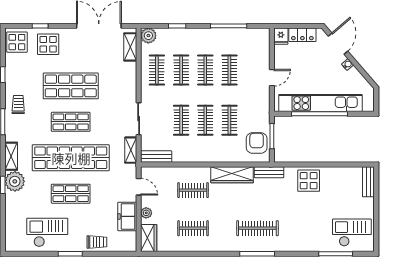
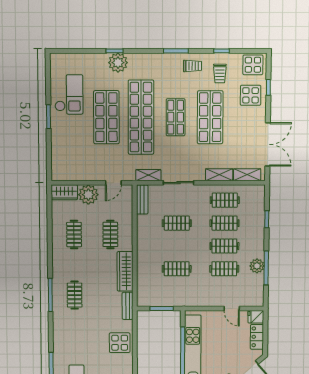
plant: (148, 36) -> (257, 266), moved
door: (272, 78) -> (232, 308), moved
clothes rail: (205, 120) -> (177, 246), removed
armchair: (257, 143) -> (155, 294), removed
shelving: (11, 156) -> (219, 175), moved
shop shelf: (71, 194) -> (106, 117), width x1.43, depth x1.36
plant: (146, 213) -> (88, 195), width x1.87, depth x1.87
freezer: (127, 216) -> (85, 172), removed
clothes rail: (257, 228) -> (75, 295), width x0.73
trolley: (97, 242) -> (220, 73), moved

